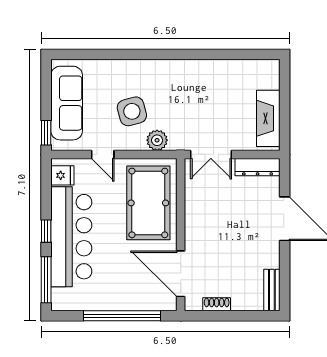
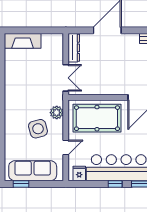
fireplace: (268, 118) -> (23, 41), moved
window: (46, 133) -> (21, 184), moved

